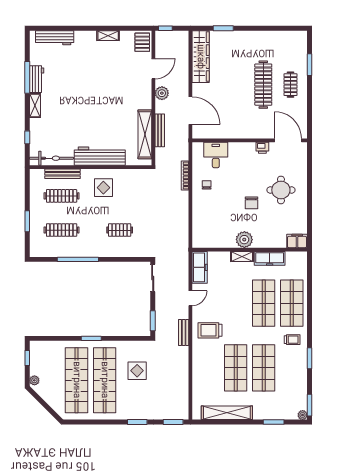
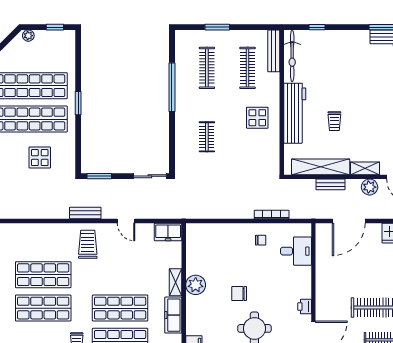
shelving: (35, 106) -> (365, 168), moved
trolley: (106, 123) -> (334, 121), added
bench: (160, 130) -> (330, 184), width x0.73
bench: (63, 174) -> (274, 51), moved
freezer: (200, 267) -> (168, 232), width x0.71

